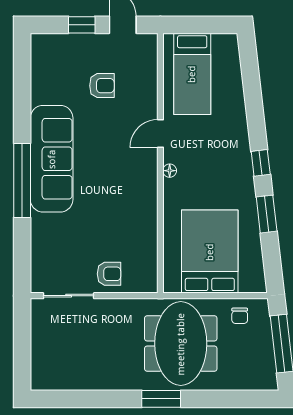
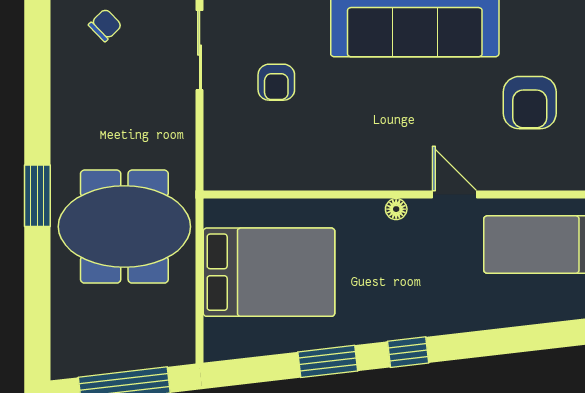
armchair: (102, 86) -> (530, 103), width x1.38, depth x1.38
armchair: (109, 274) -> (276, 82), moved
chair: (240, 316) -> (105, 25), moved, turned 136

